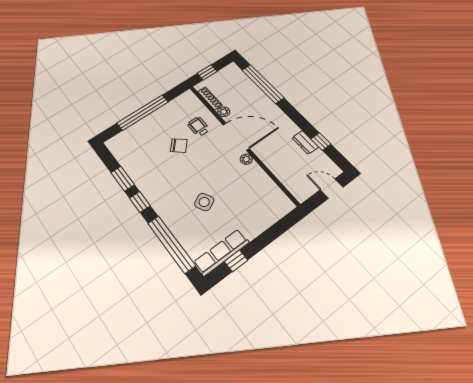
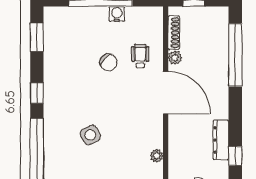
water cooler: (161, 113) -> (117, 14), added
dresser: (305, 142) -> (221, 140), width x1.44
plant: (246, 159) -> (157, 156), moved
window: (123, 179) -> (37, 37), moved

